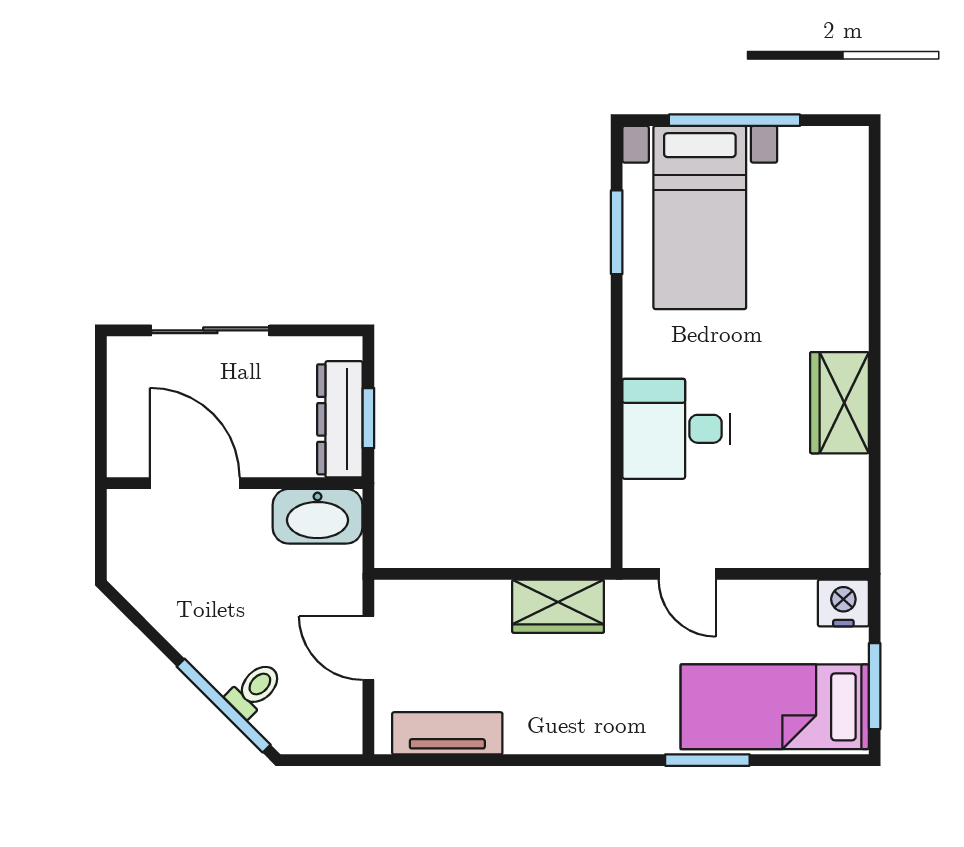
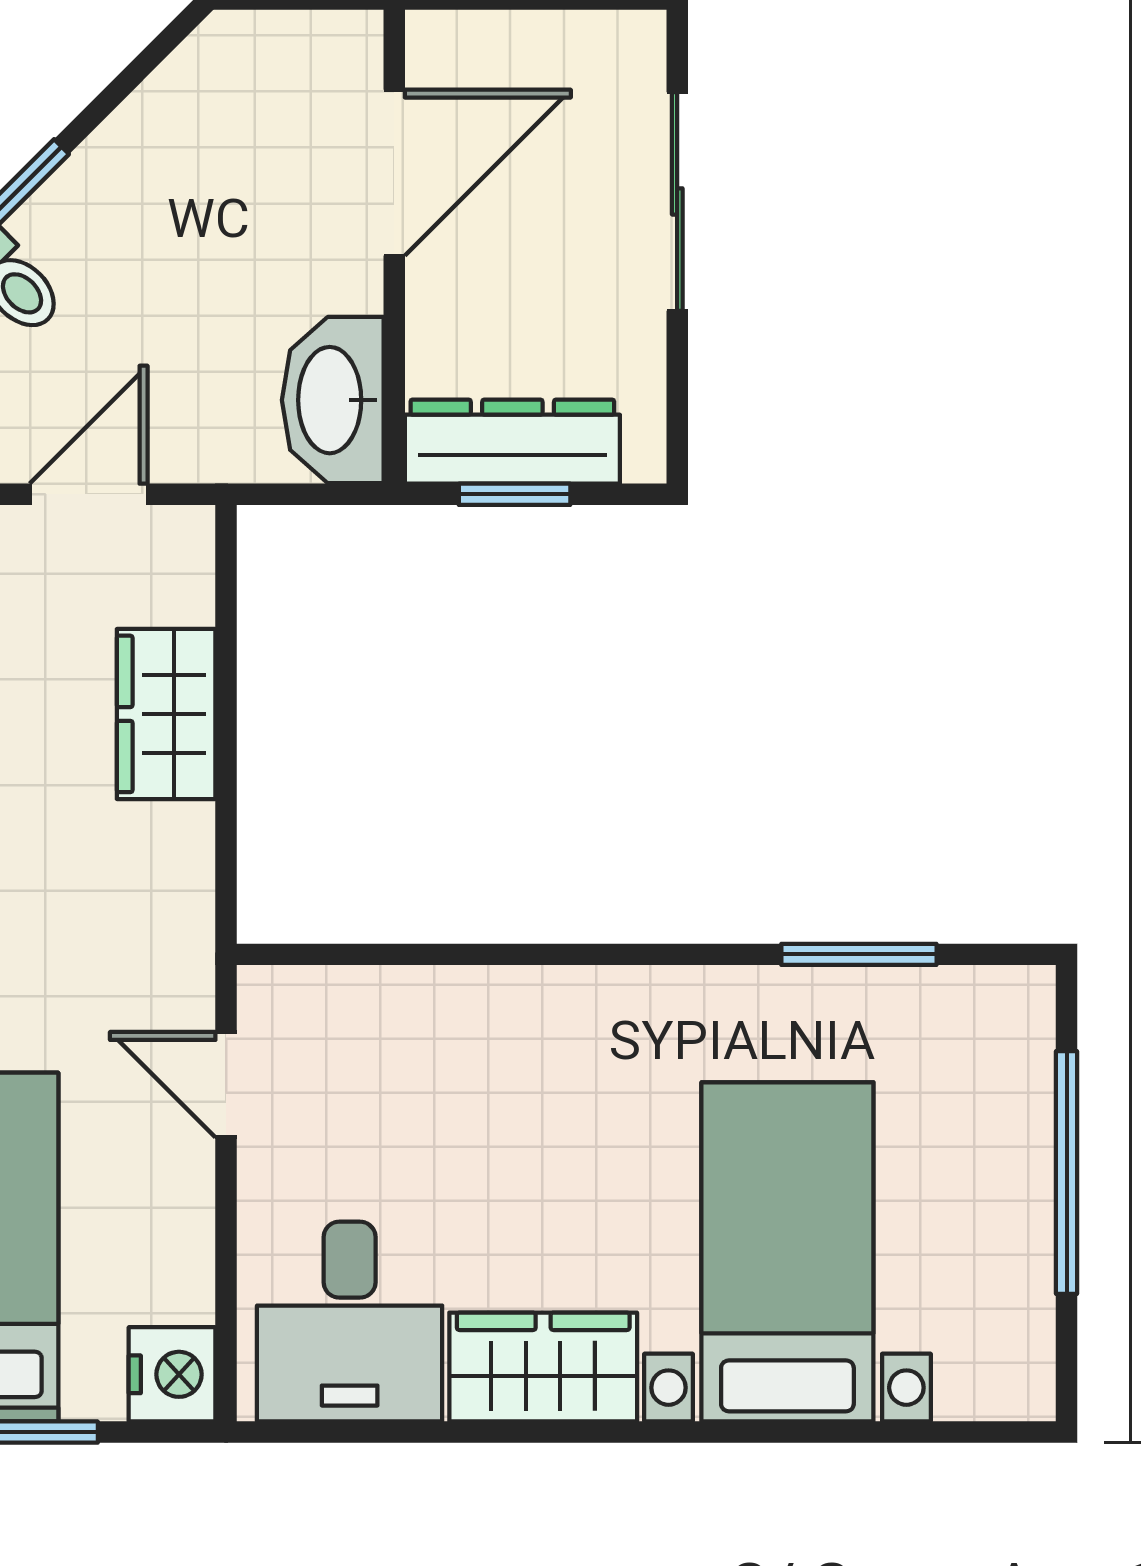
bed with nightstands: (700, 217) -> (787, 1252), moved, turned 90
desk: (676, 429) -> (350, 1322), moved, turned 180
door: (687, 574) -> (226, 1085), hinge flipped
wardrobe: (558, 606) -> (166, 714), moved

